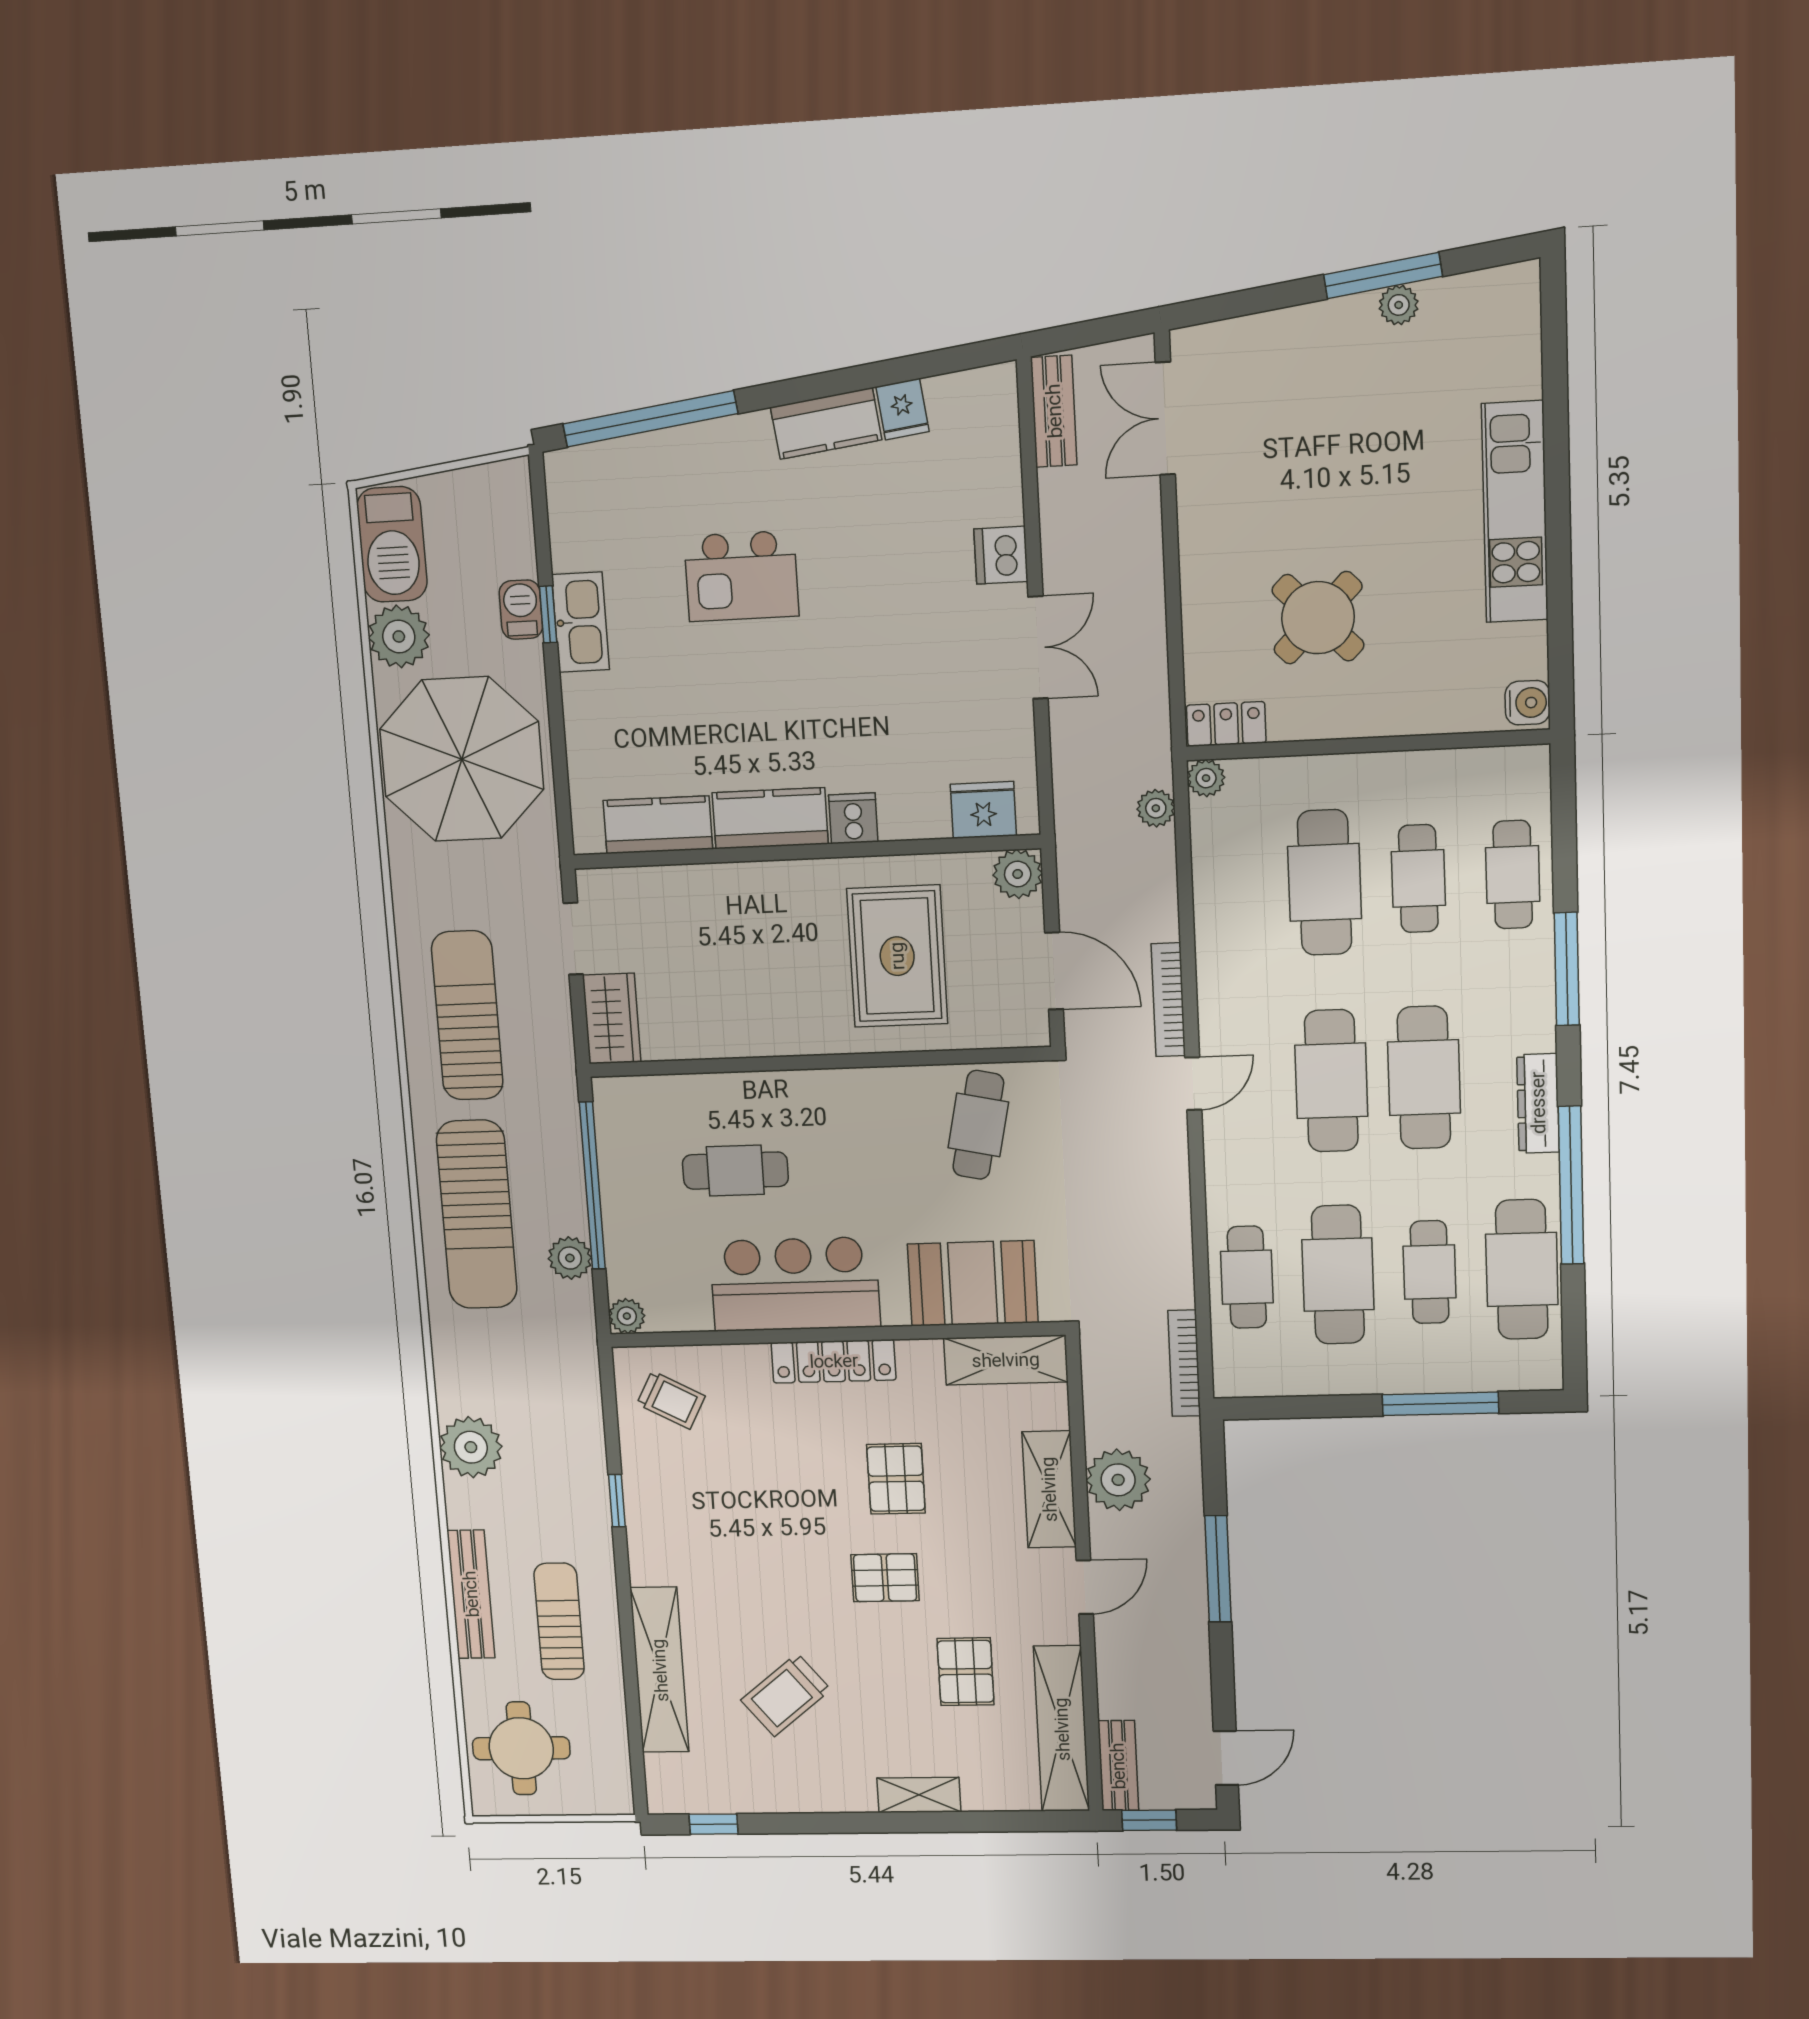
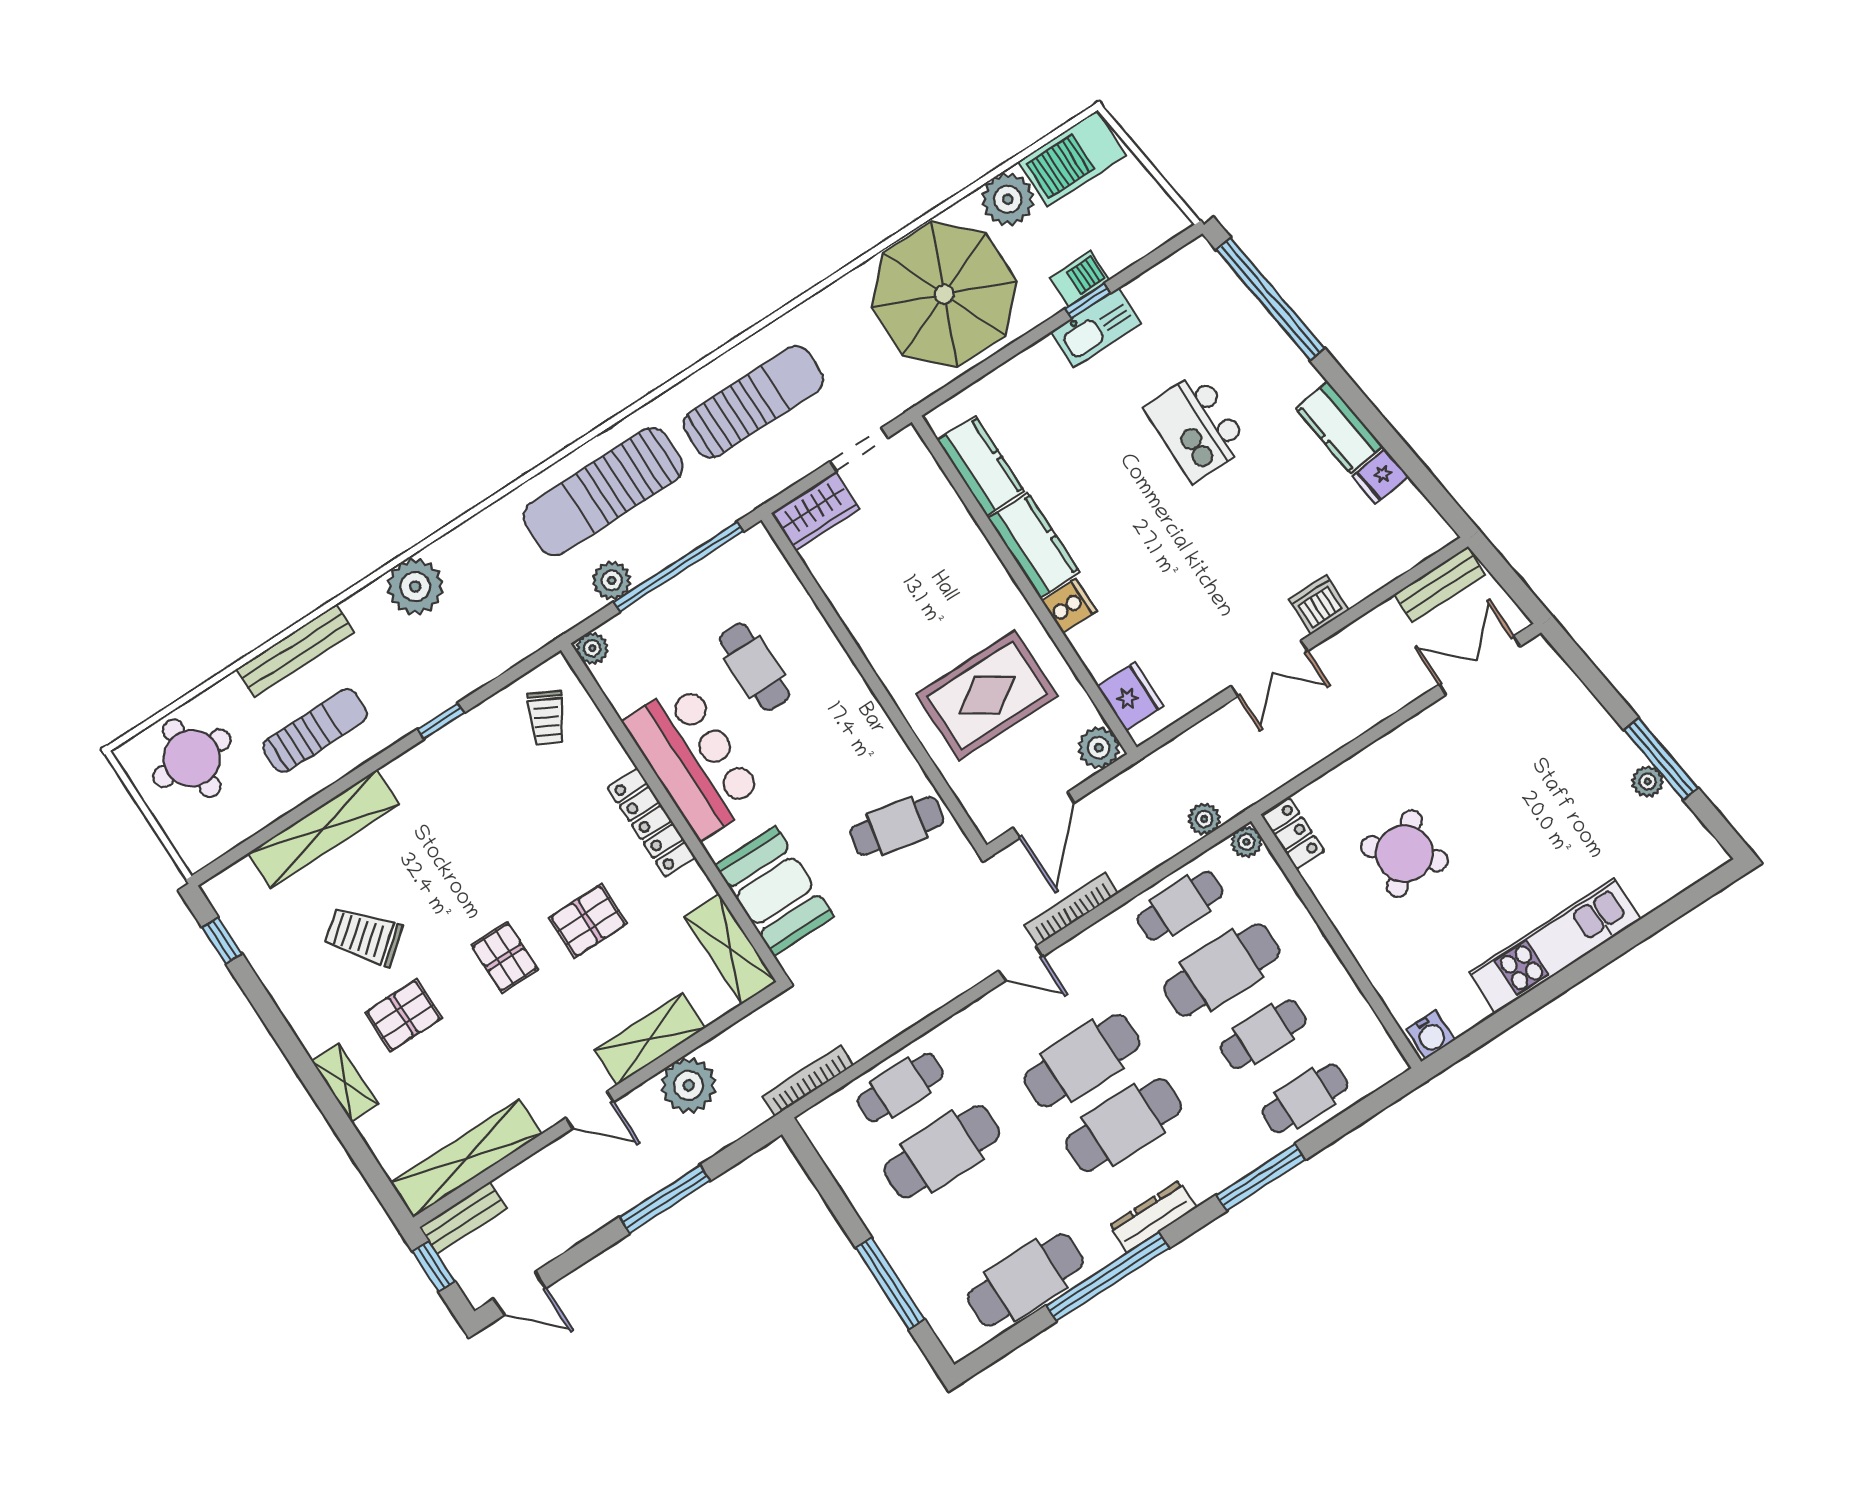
cafe table: (1430, 1272) -> (1180, 906), moved
pallet: (966, 1672) -> (404, 1015), moved

